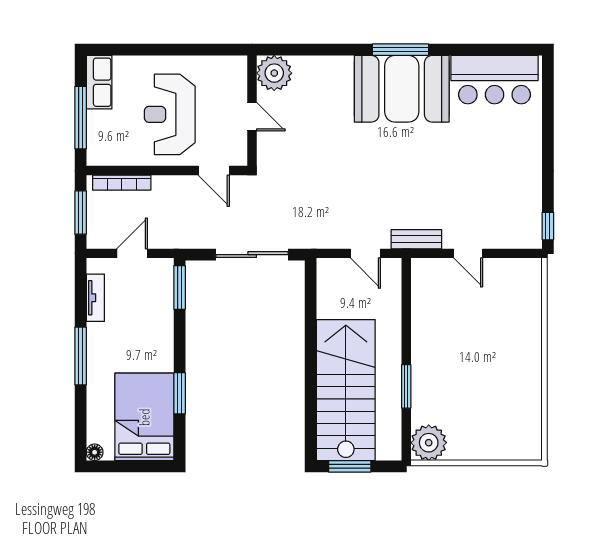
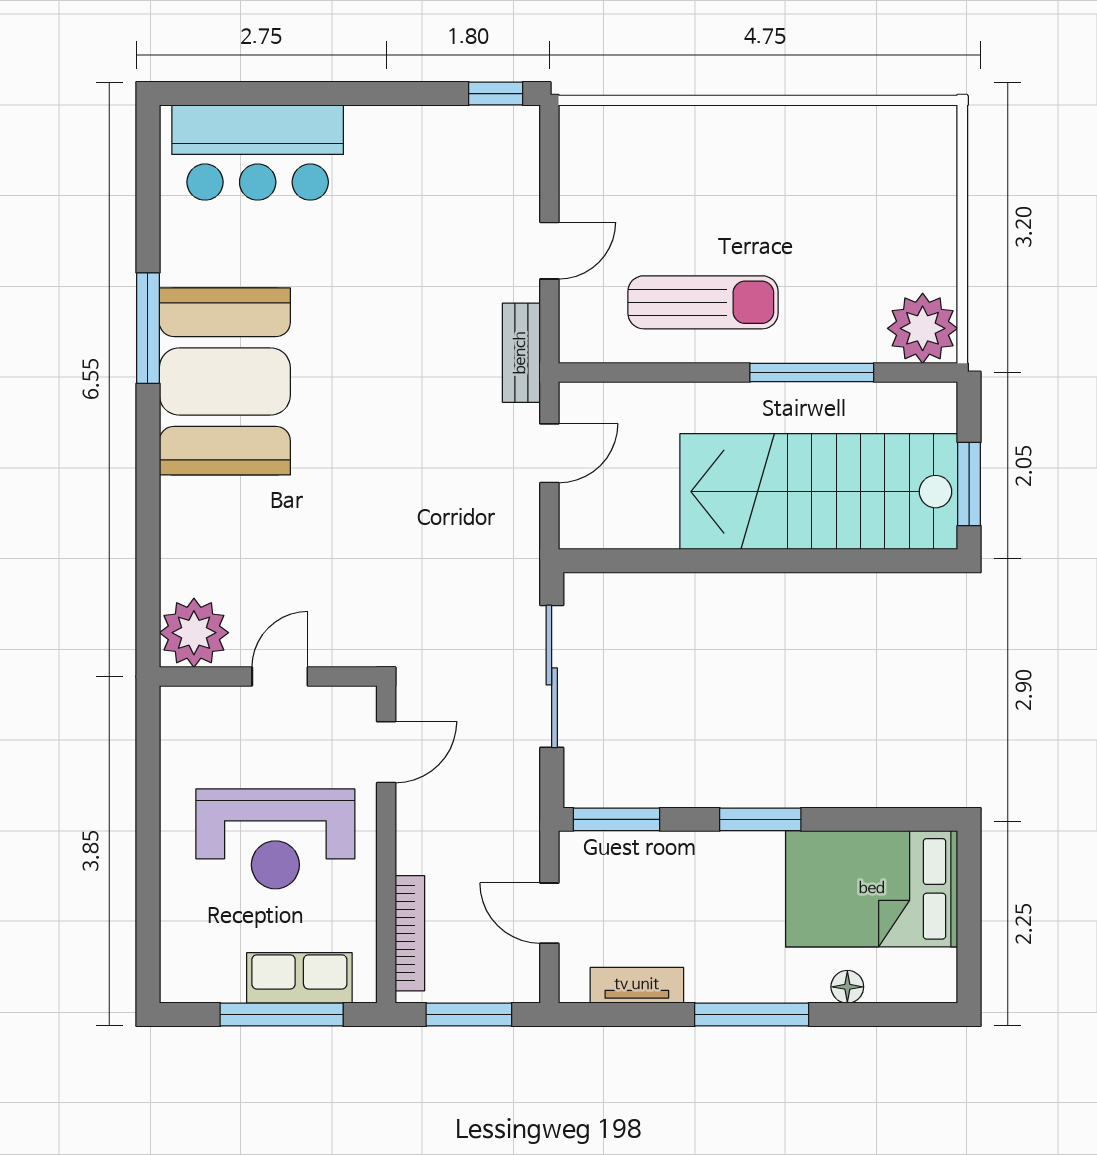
window: (400, 50) -> (148, 328), moved
bar counter: (495, 80) -> (258, 153), moved, turned 90
row of seats: (99, 82) -> (299, 978), moved
sun lounger: (442, 331) -> (703, 302), added
window: (406, 386) -> (812, 373), width x1.44
window: (180, 393) -> (760, 819), moved
floor lamp: (95, 452) -> (847, 987), moved

